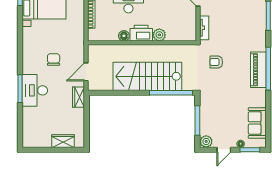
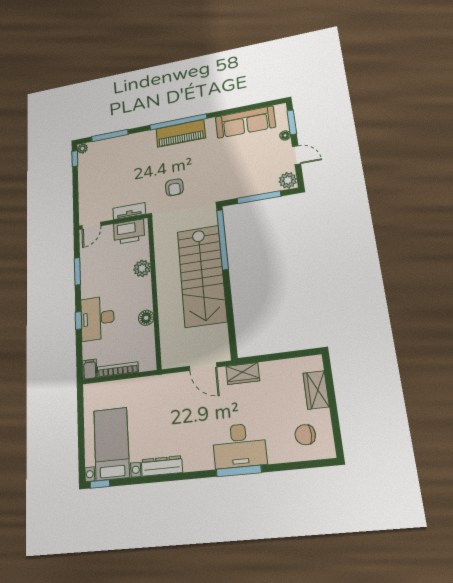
printer: (141, 33) -> (129, 232), moved, turned -90
dresser: (27, 40) -> (162, 466), added
chair: (54, 59) -> (305, 435), moved
sofa: (257, 123) -> (245, 122), width x1.36

